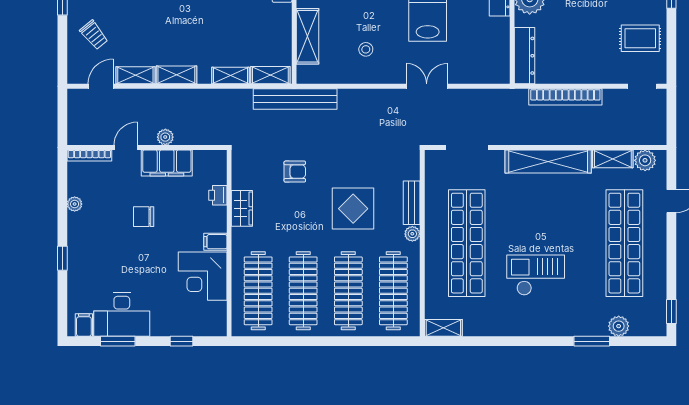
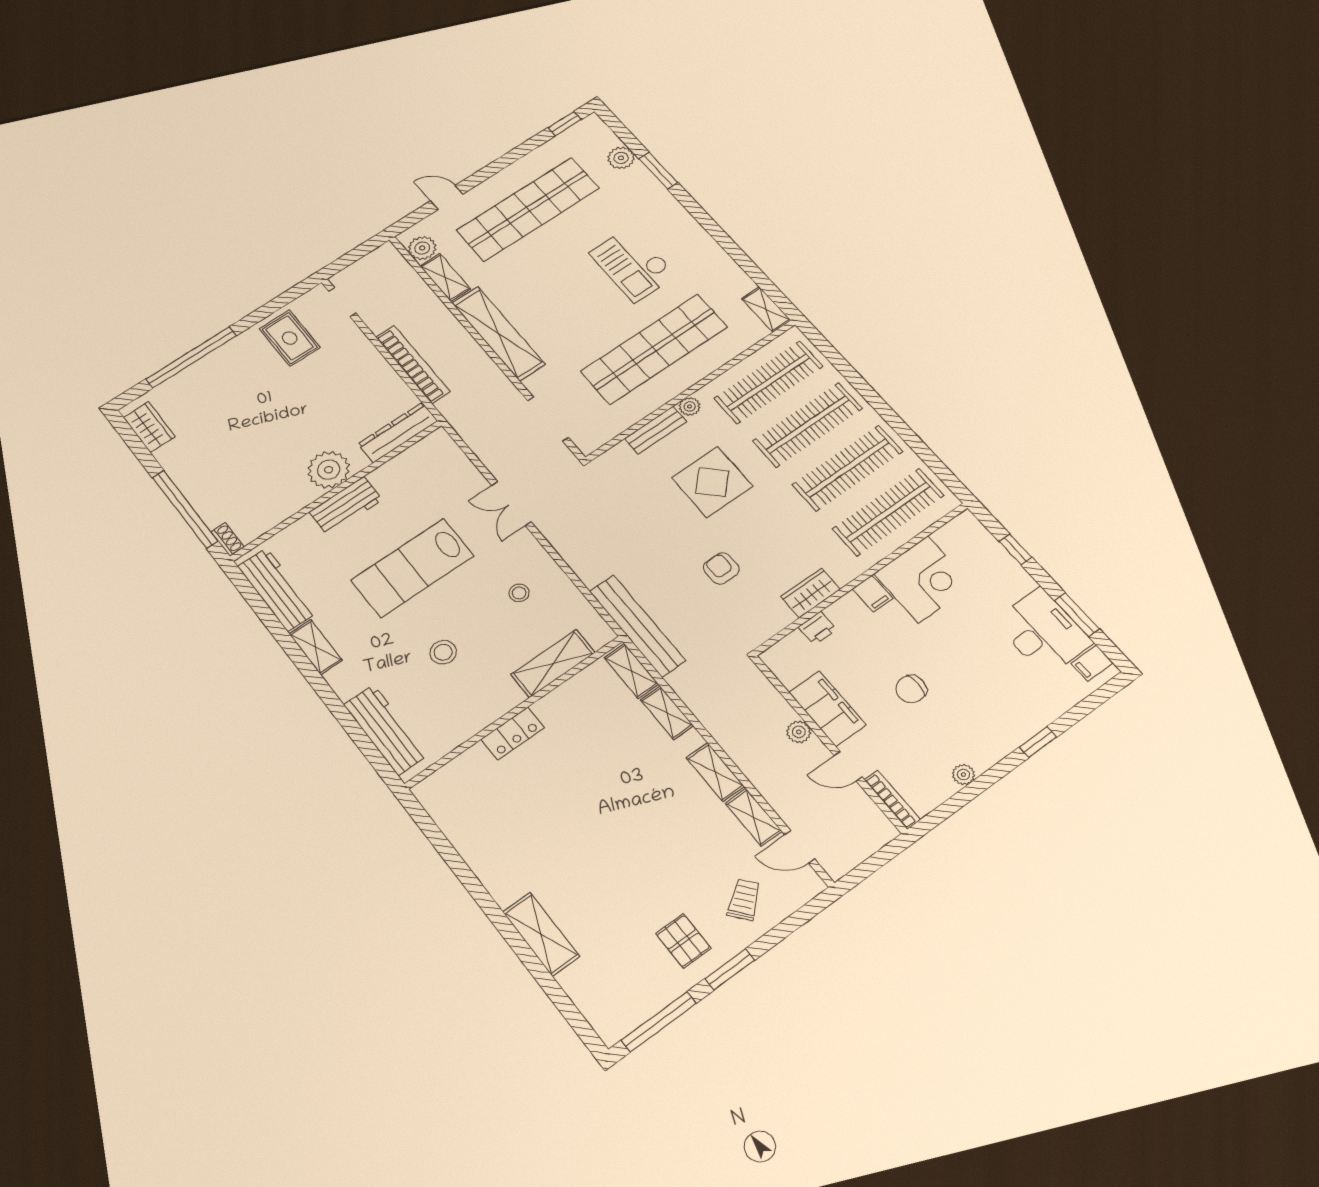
chair: (144, 217) -> (911, 689), turned 90

